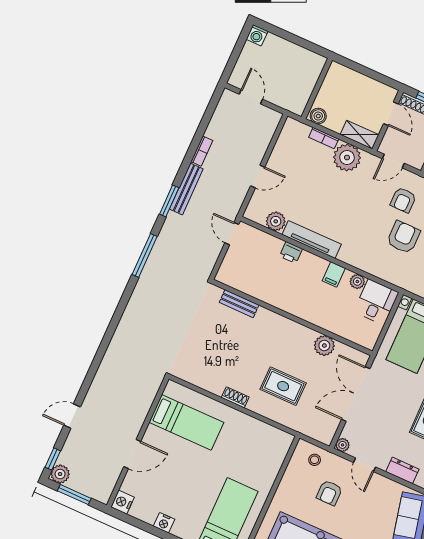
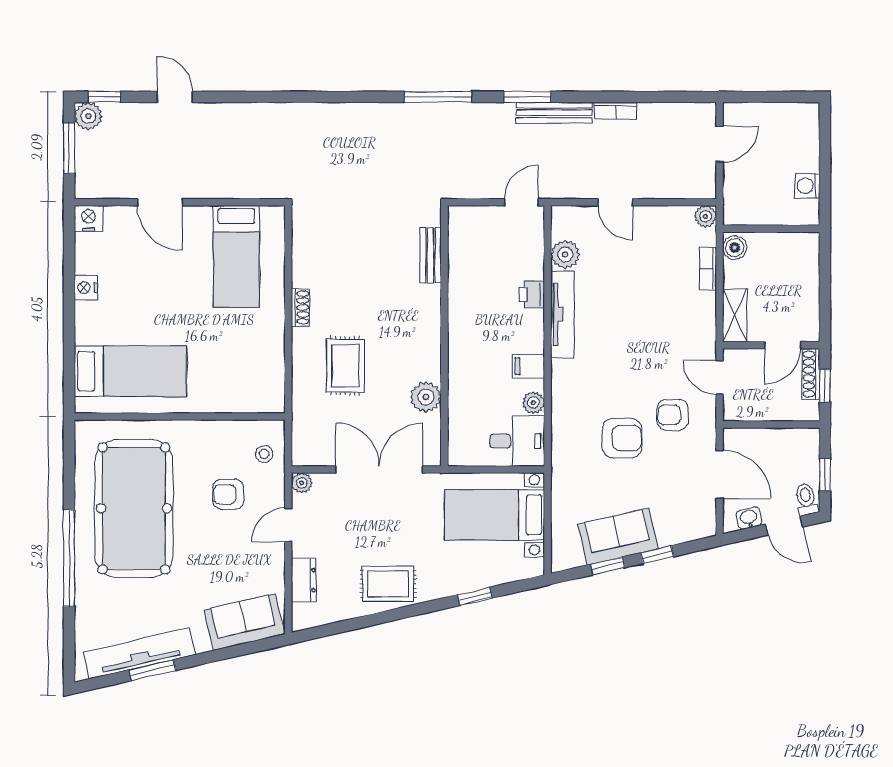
washing machine: (257, 35) -> (807, 186), moved
plant: (347, 157) -> (705, 216), moved, width x0.53, depth x0.53

